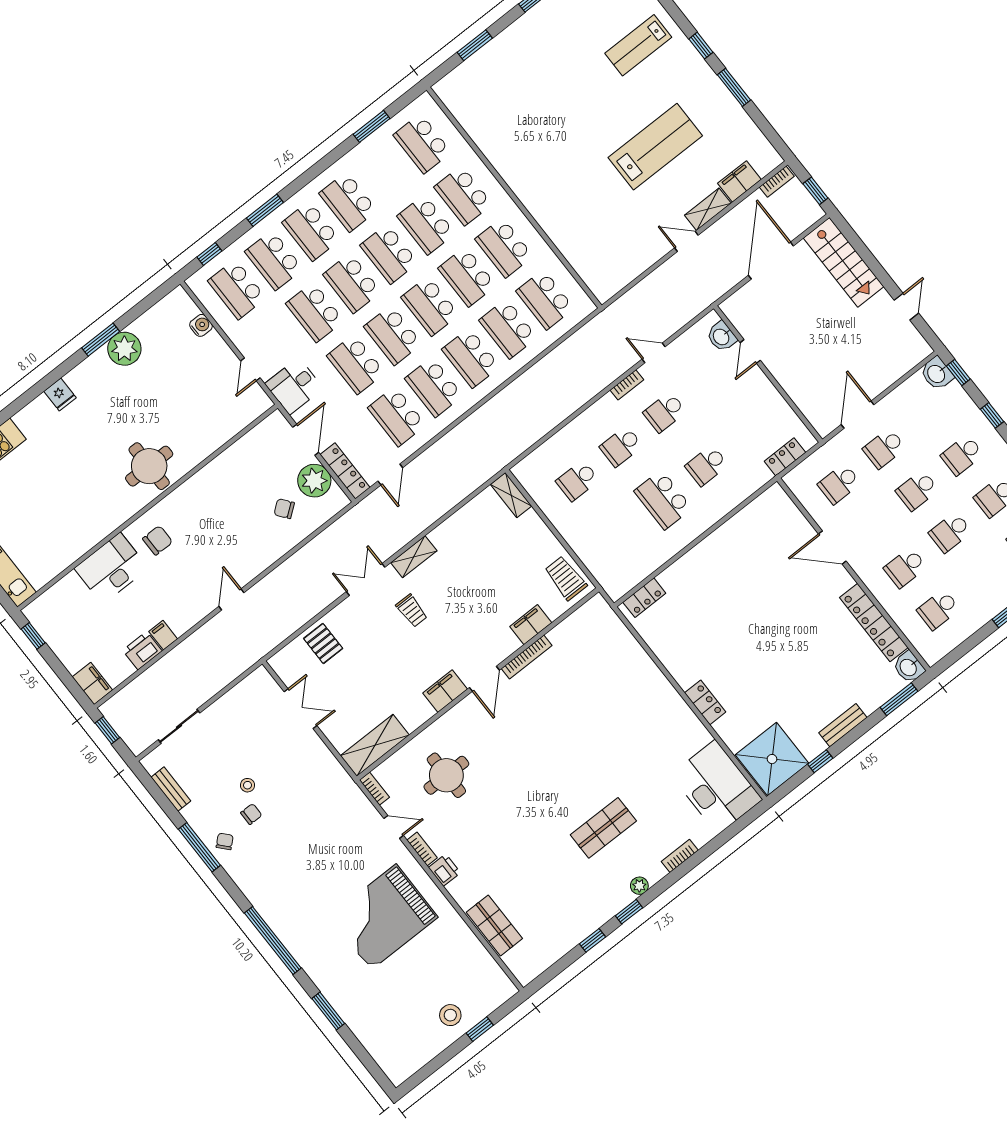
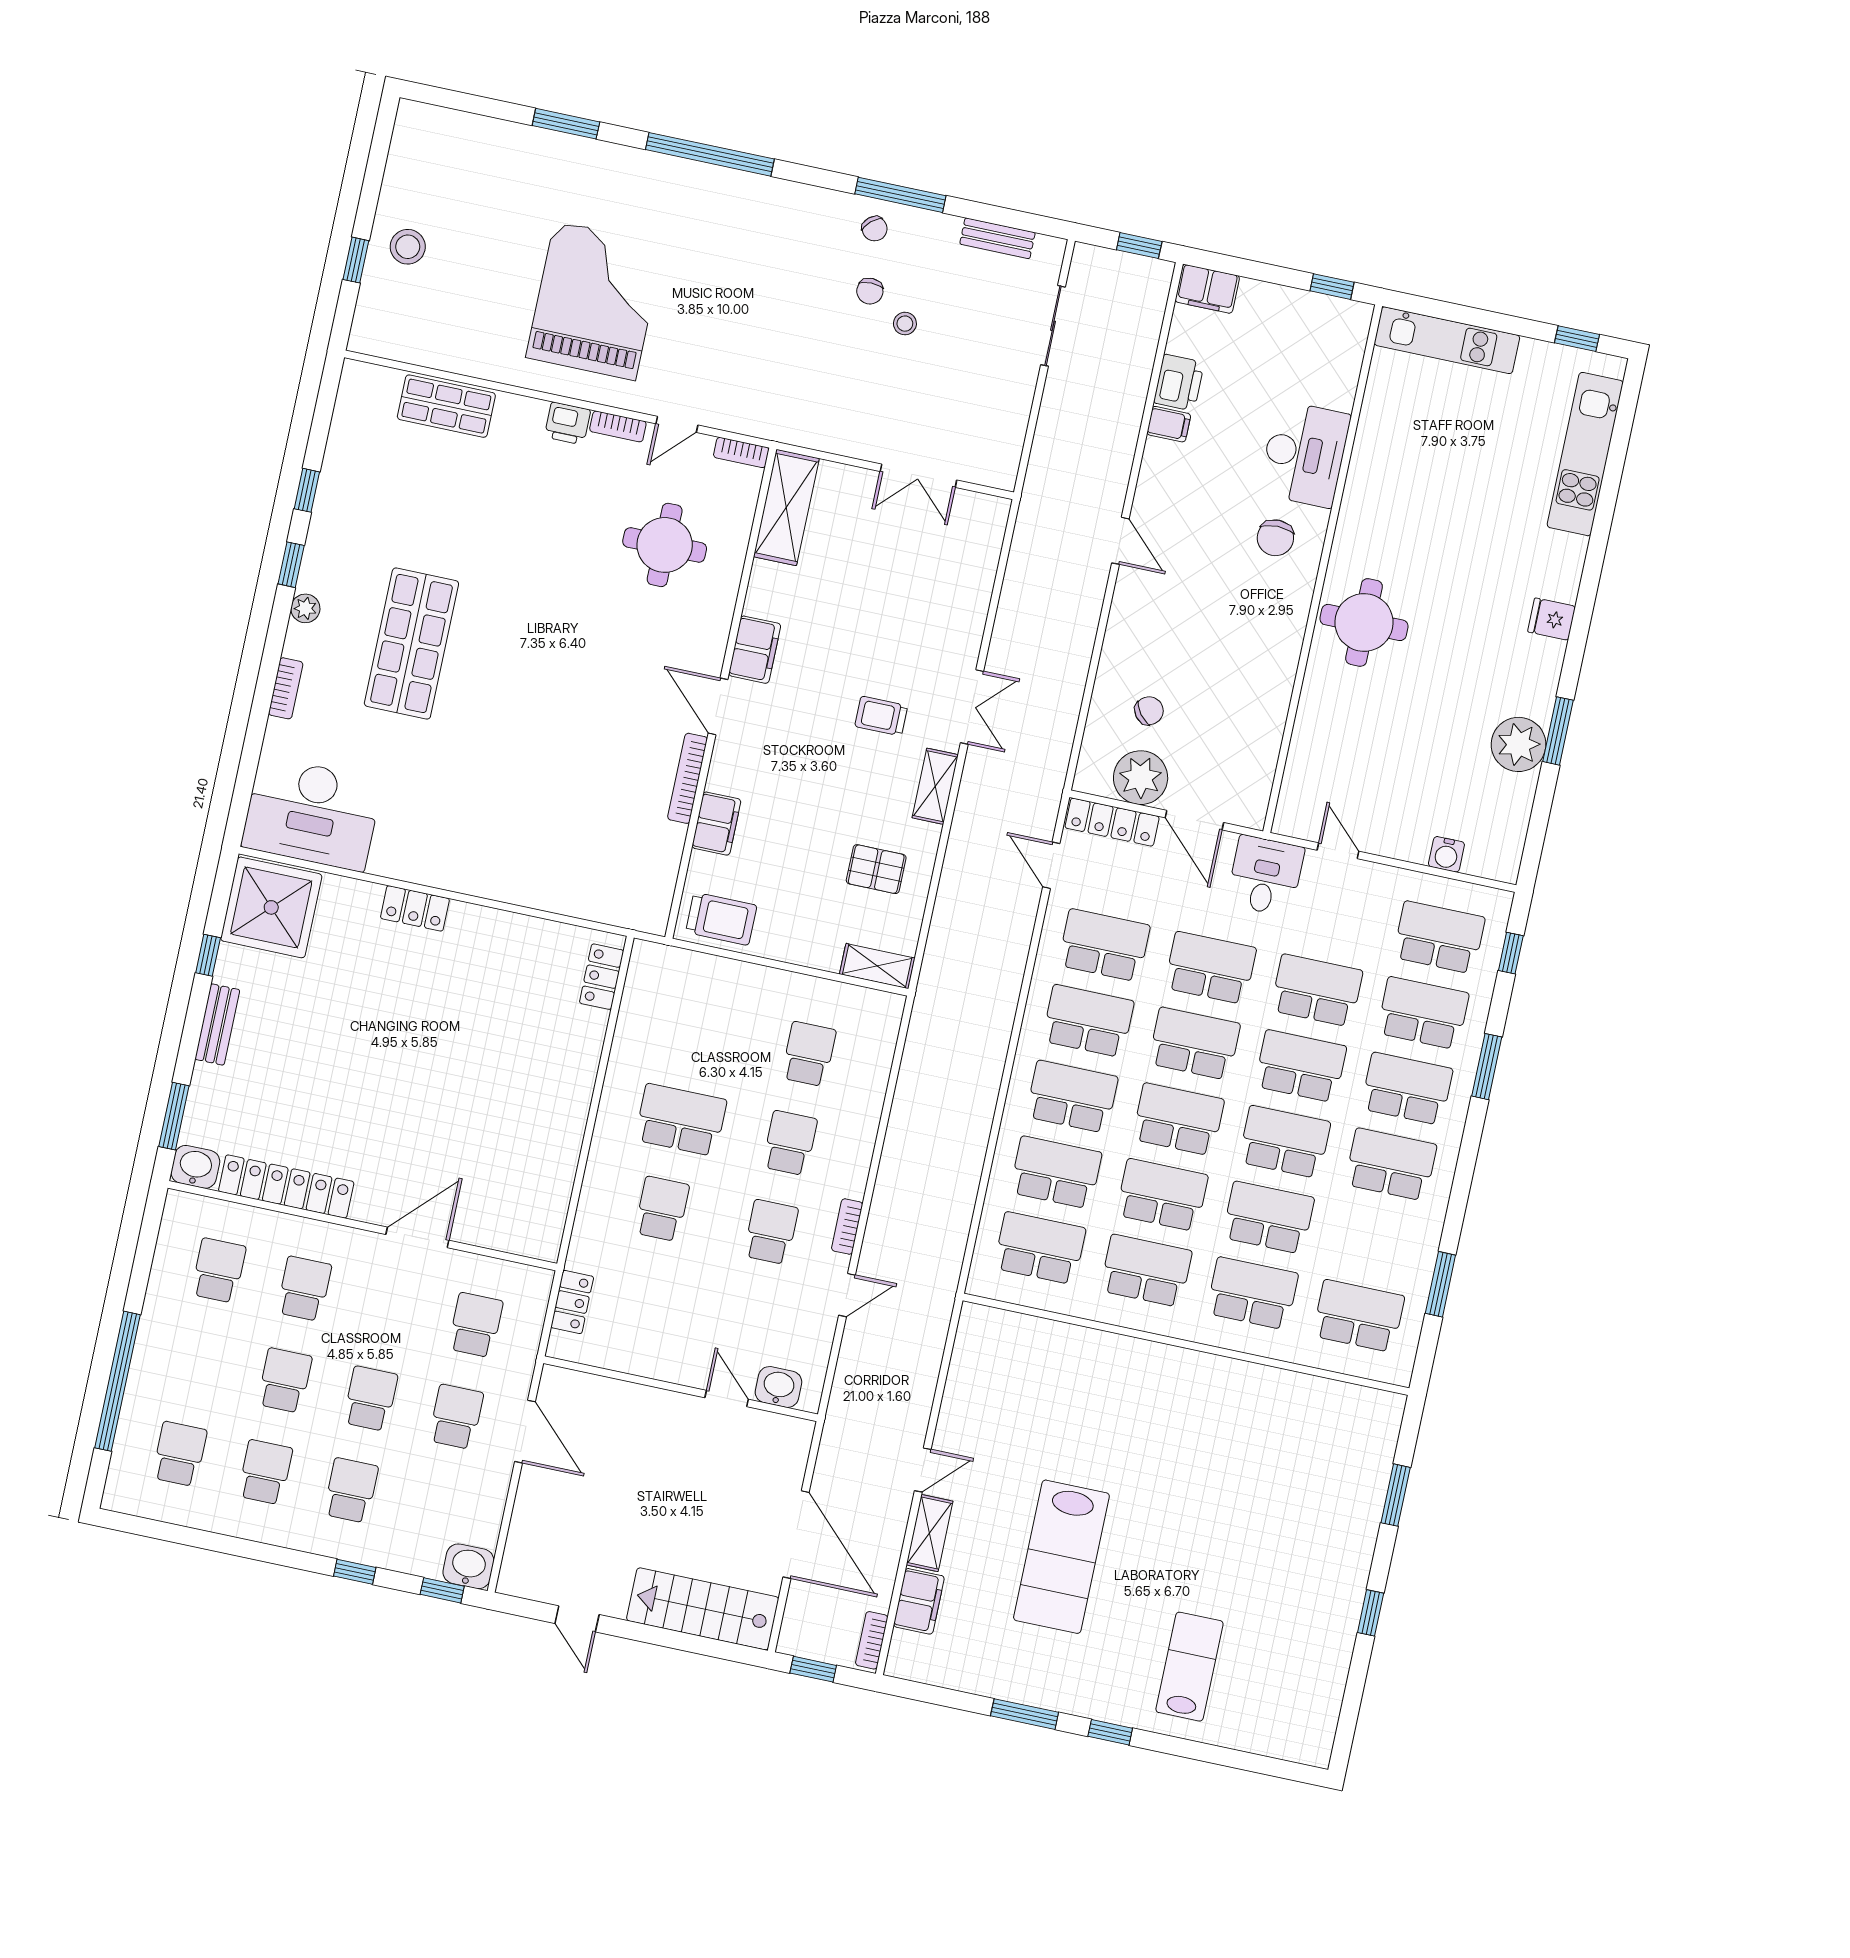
pallet: (323, 643) -> (876, 869), moved
shop shelf: (603, 828) -> (411, 644), width x1.43, depth x1.36

